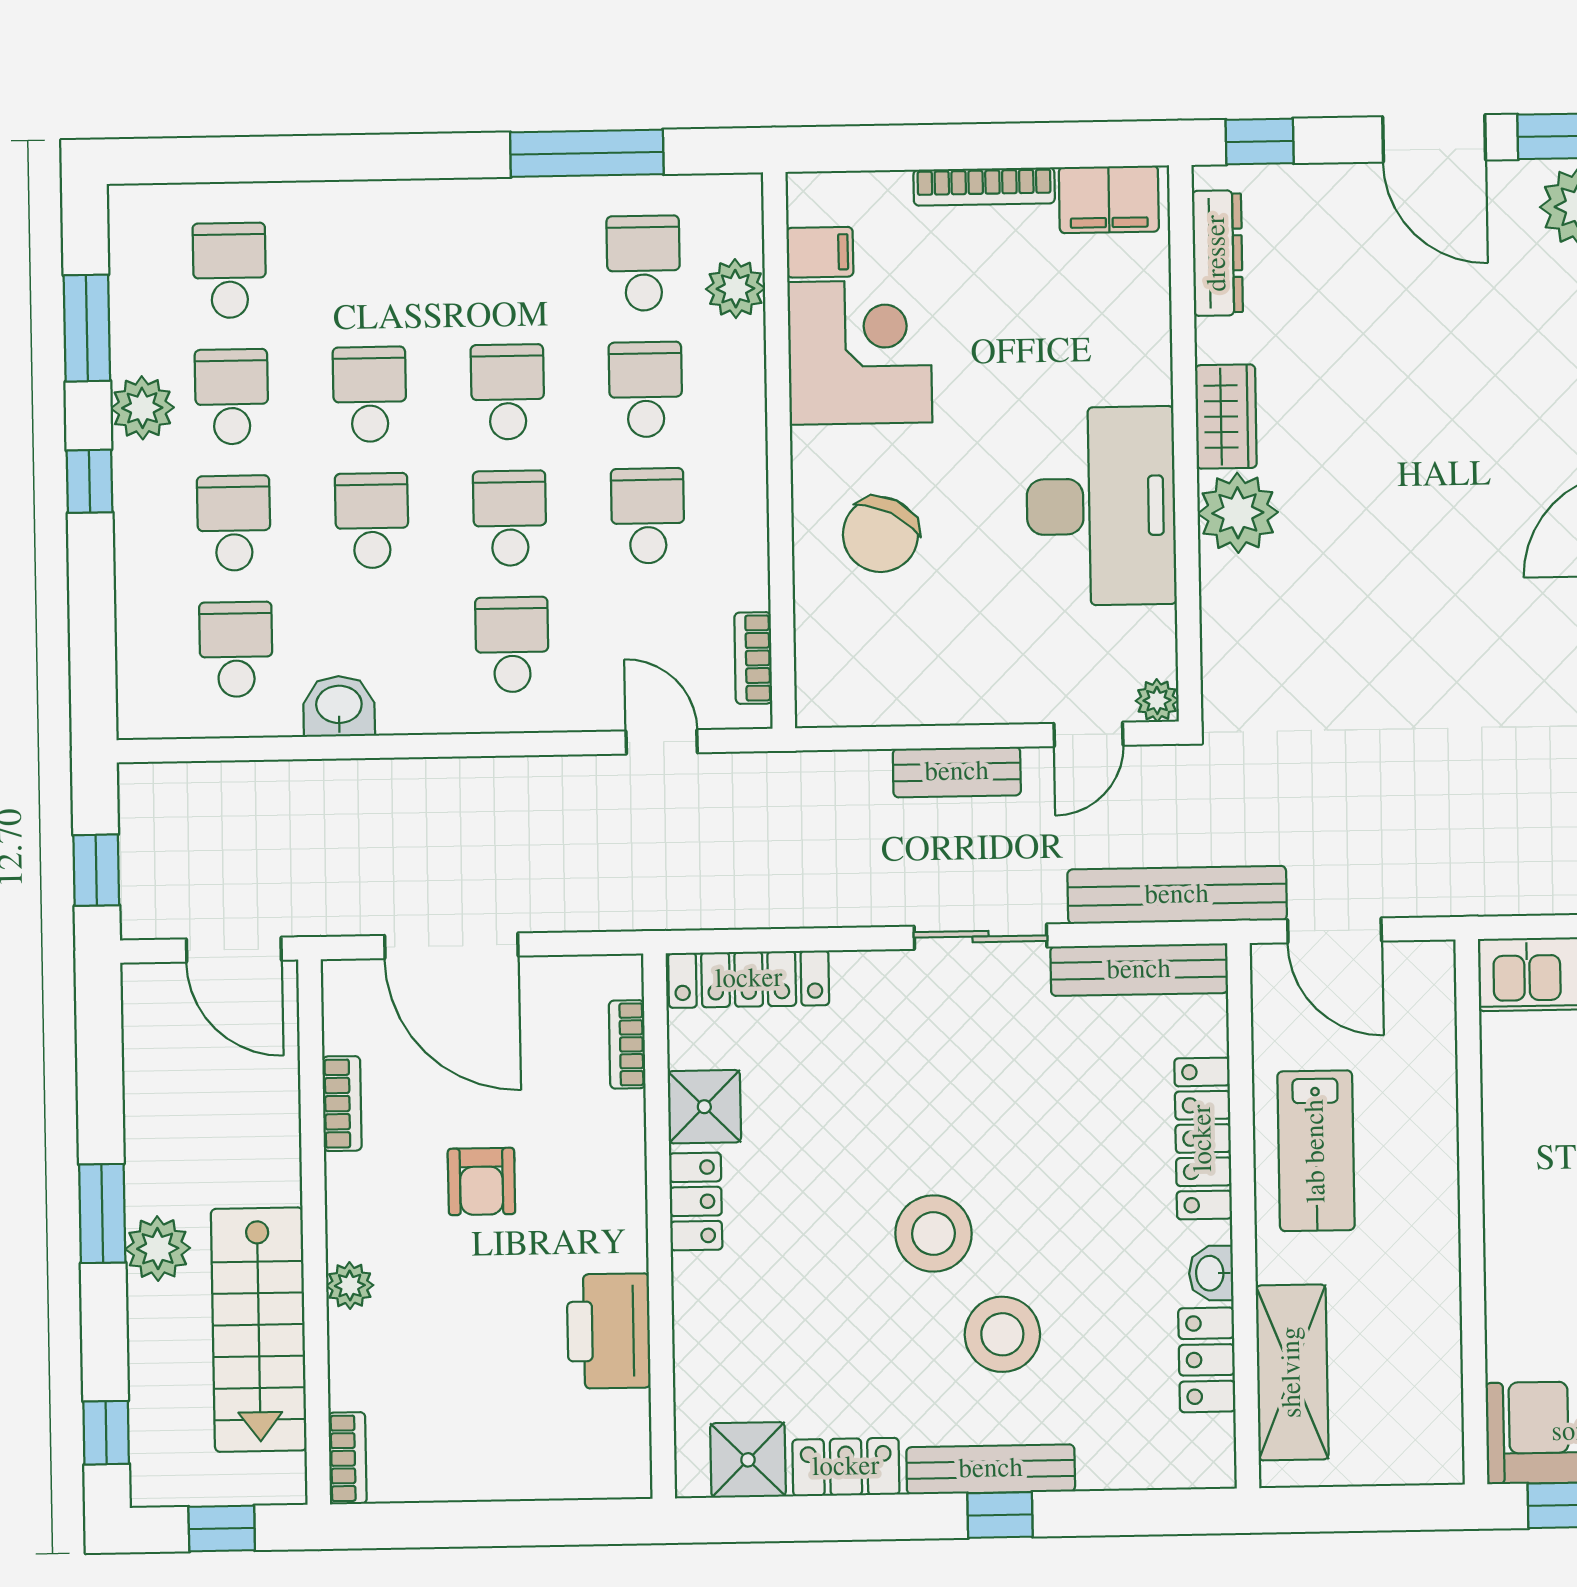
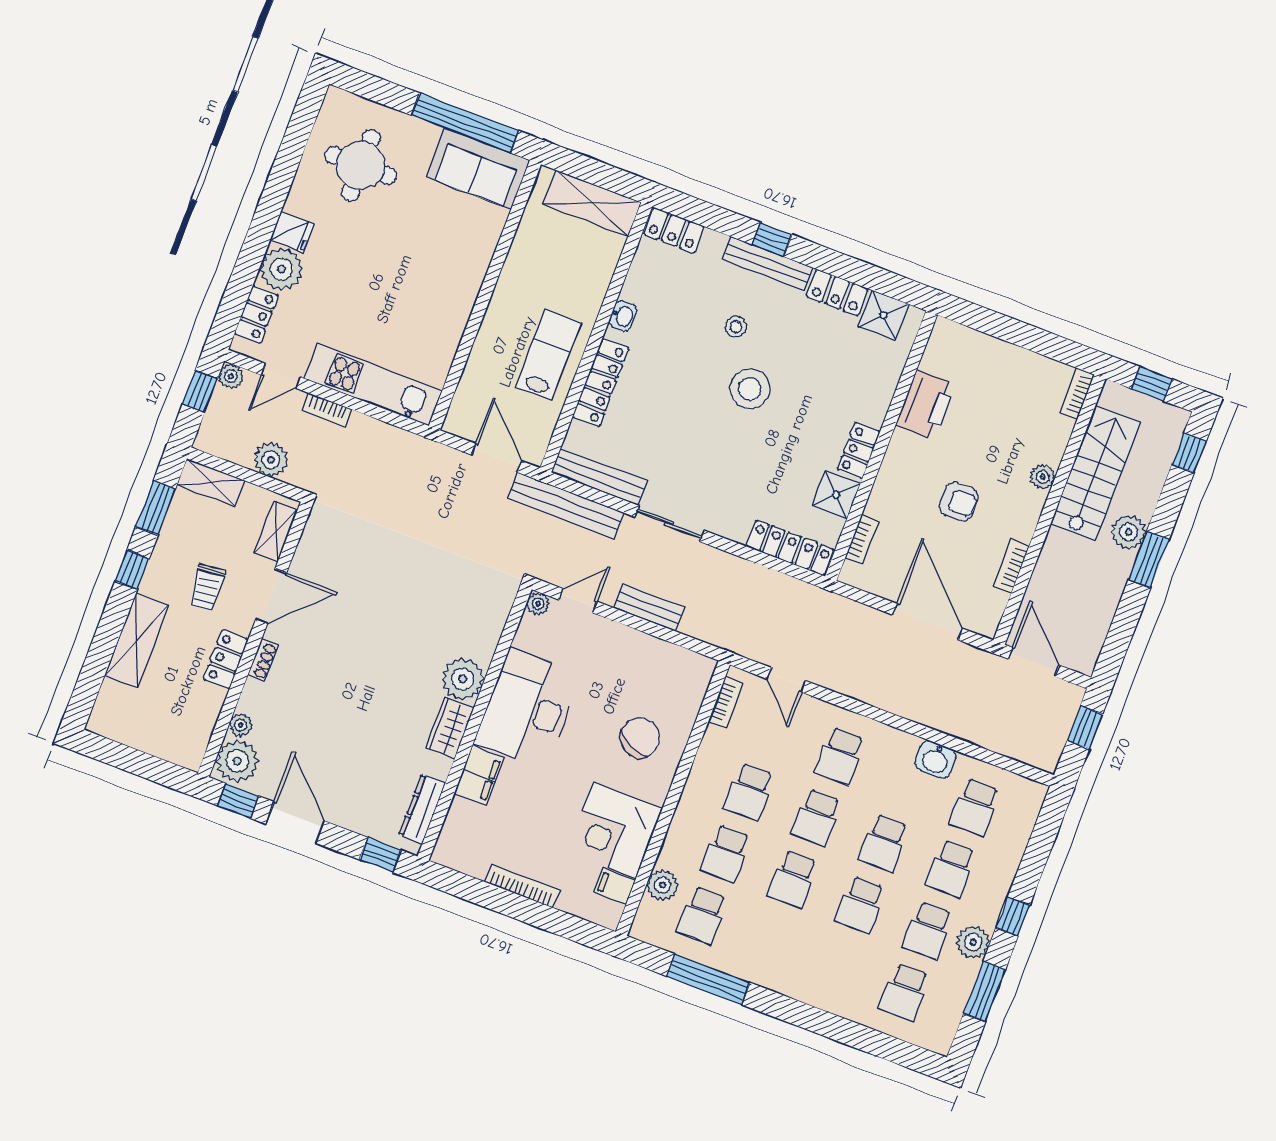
filing cabinet: (1109, 199) -> (479, 776), moved, turned 90
armchair: (481, 1181) -> (959, 502), turned 90
stool: (1002, 1334) -> (736, 327), width x0.53, depth x0.53
locker: (1207, 1360) -> (674, 230), moved, turned 90
shelving: (1292, 1372) -> (592, 203), moved, turned 90

